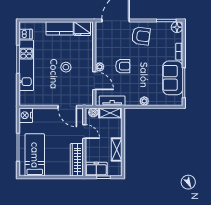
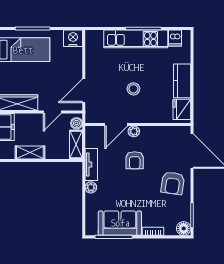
tv unit: (112, 101) -> (91, 164), moved

